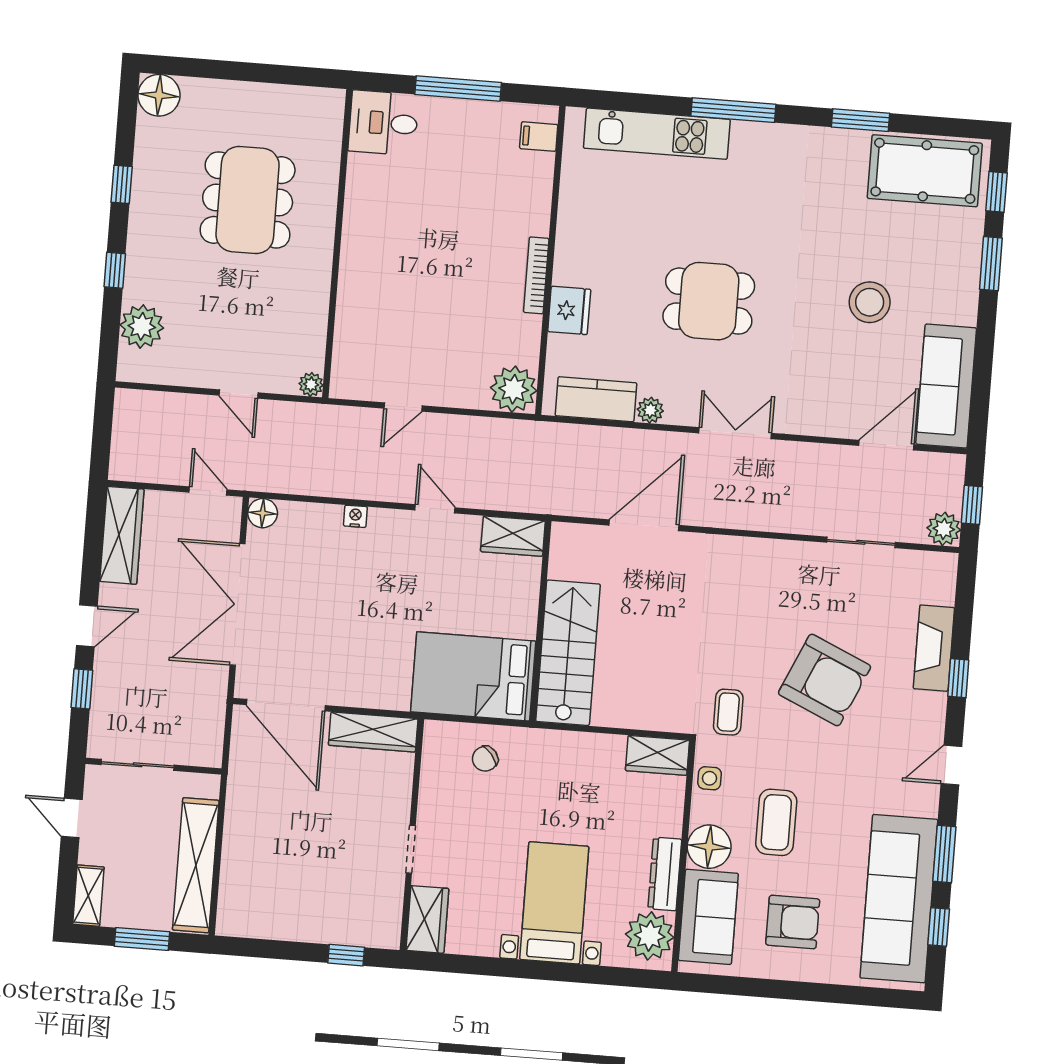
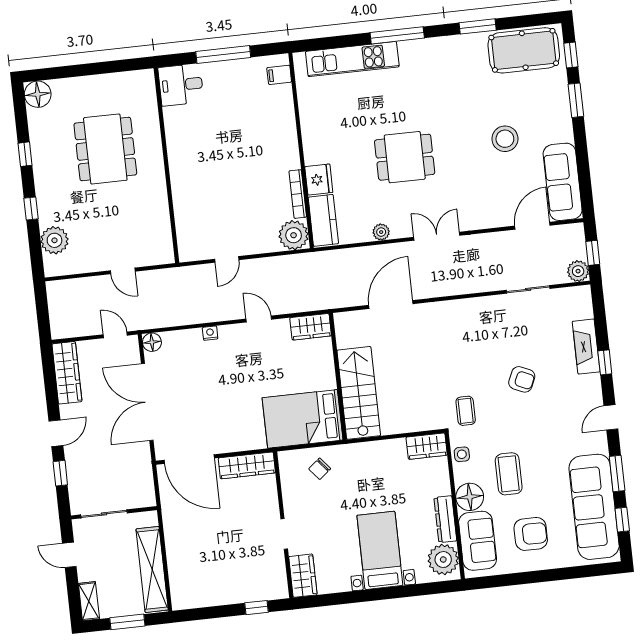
bookcase: (536, 275) -> (298, 194), moved
plant: (311, 384) -> (167, 256), removed
kitchen counter: (596, 399) -> (323, 220), moved, turned 90
armchair: (825, 680) -> (522, 379), width x0.53, depth x0.53

